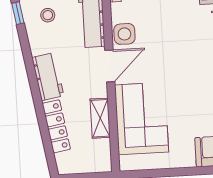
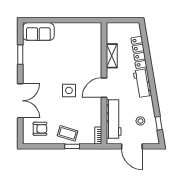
side table: (124, 34) -> (69, 90), moved
corner sofa: (142, 118) -> (86, 54), removed

